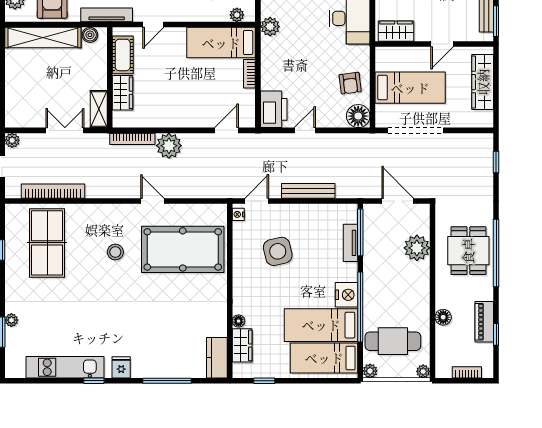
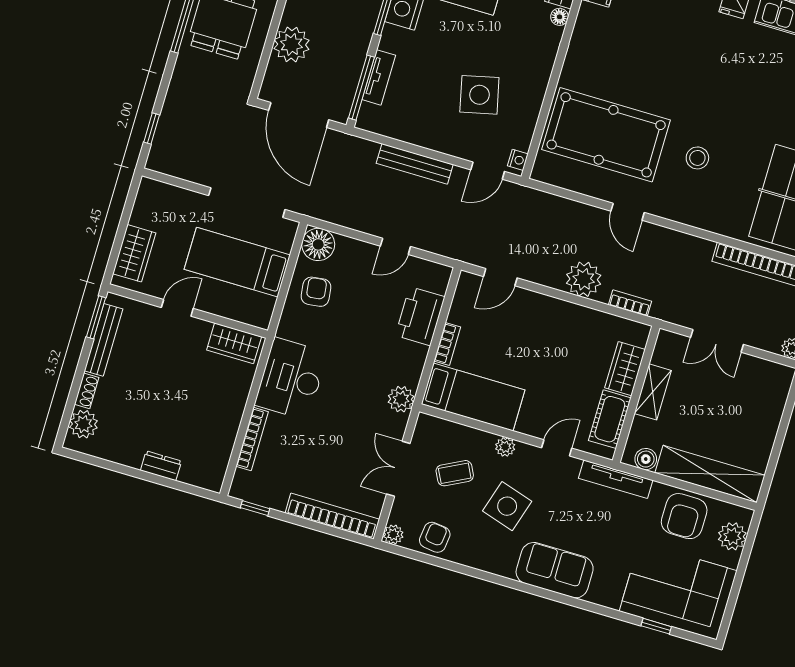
plant: (237, 15) -> (505, 447), moved
wardrobe: (483, 82) -> (134, 253), width x0.67
shelving: (99, 109) -> (653, 392), moved
printer: (274, 109) -> (420, 316), moved
bookcase: (132, 139) -> (630, 303), width x0.64
door: (398, 201) -> (299, 115), width x1.36

